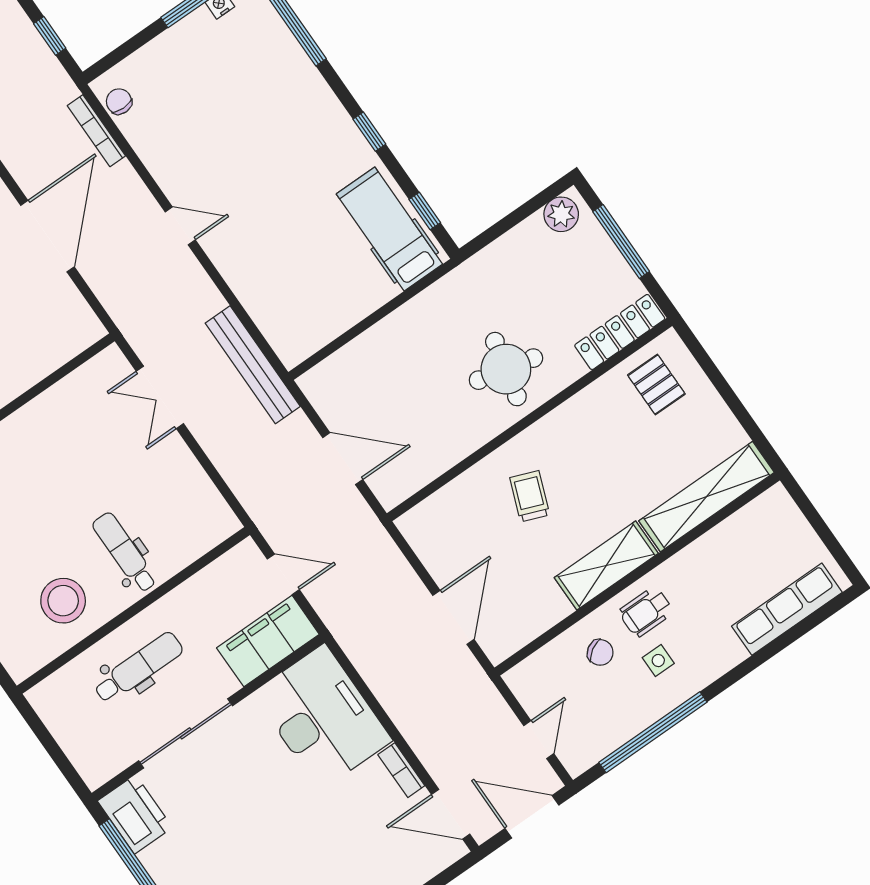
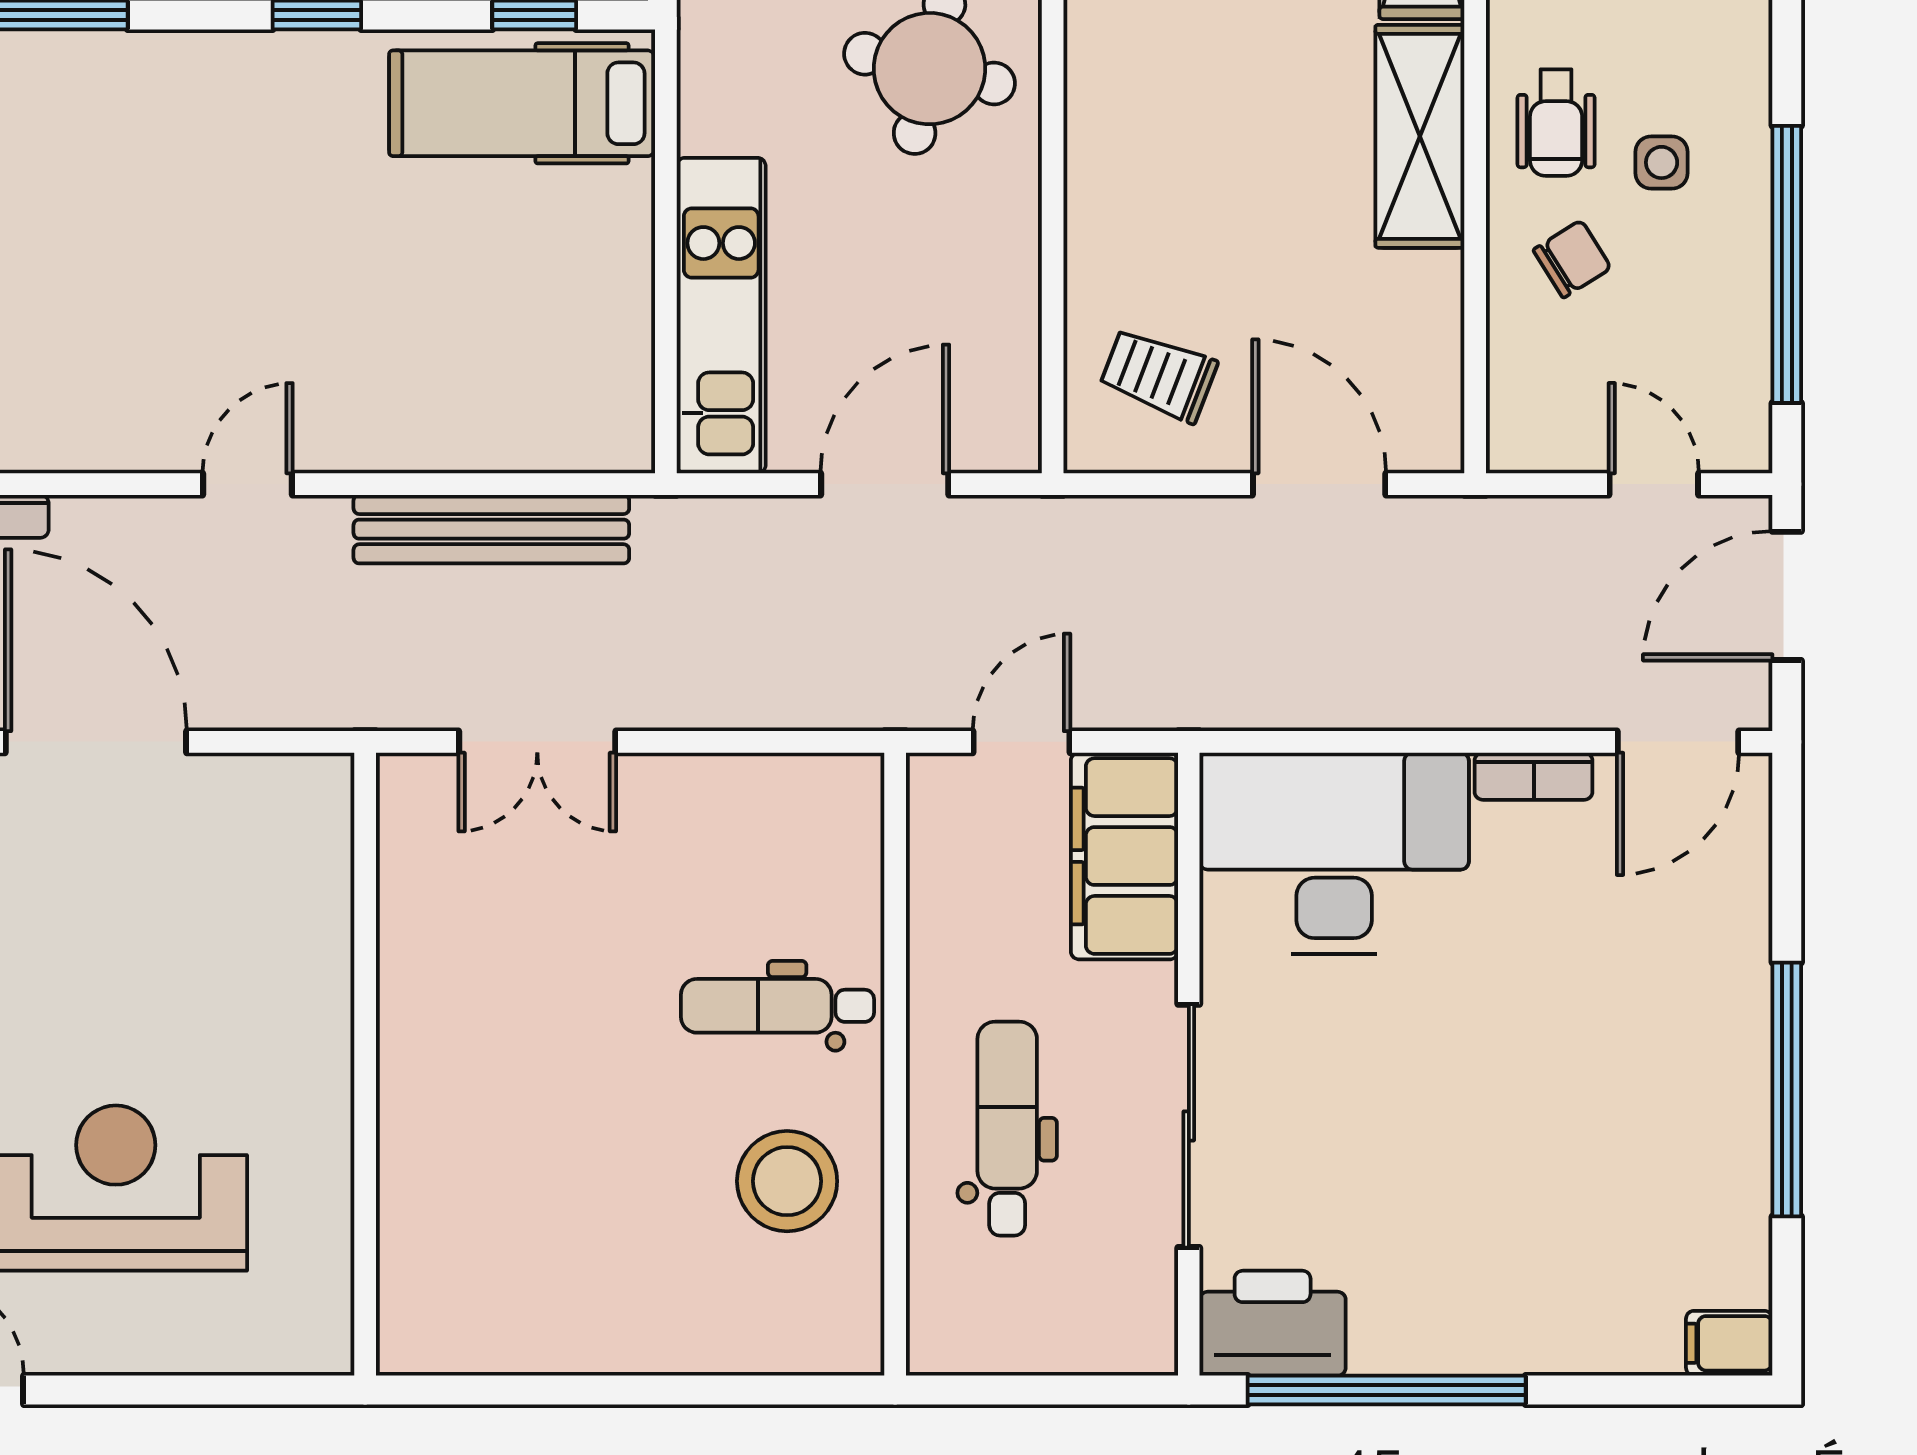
kitchen unit: (363, 356) -> (721, 316), added
bench: (253, 365) -> (491, 529), moved
trolley: (530, 496) -> (1159, 375), moved

